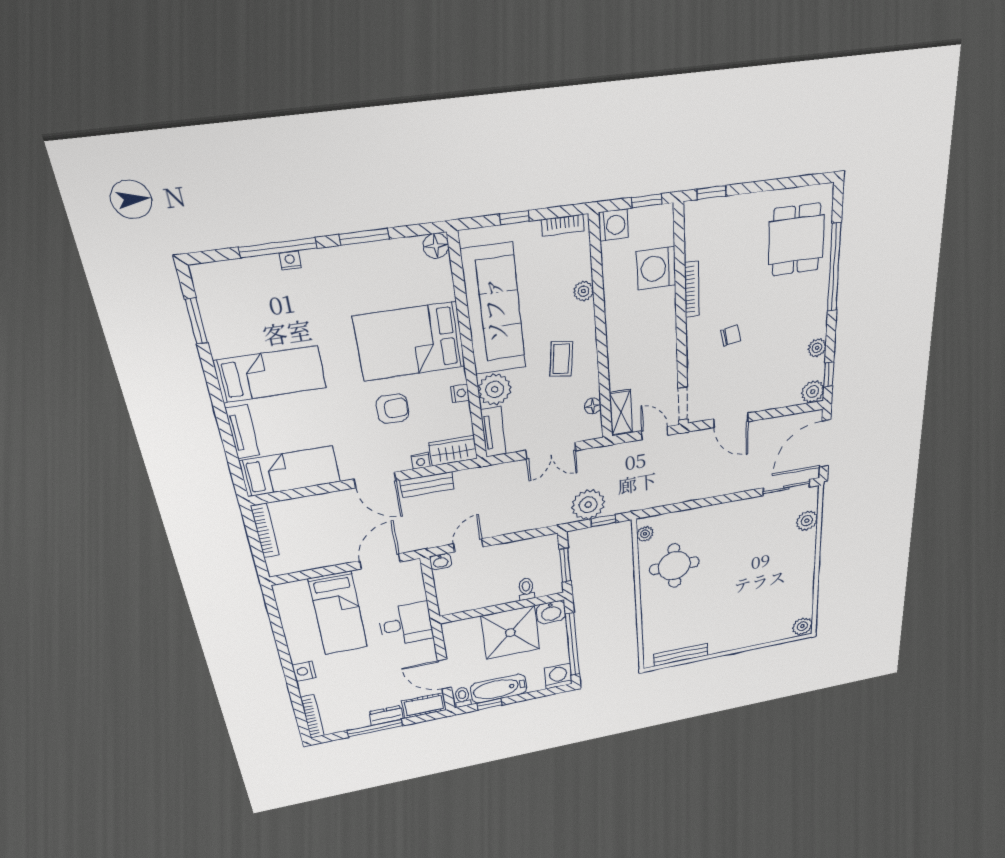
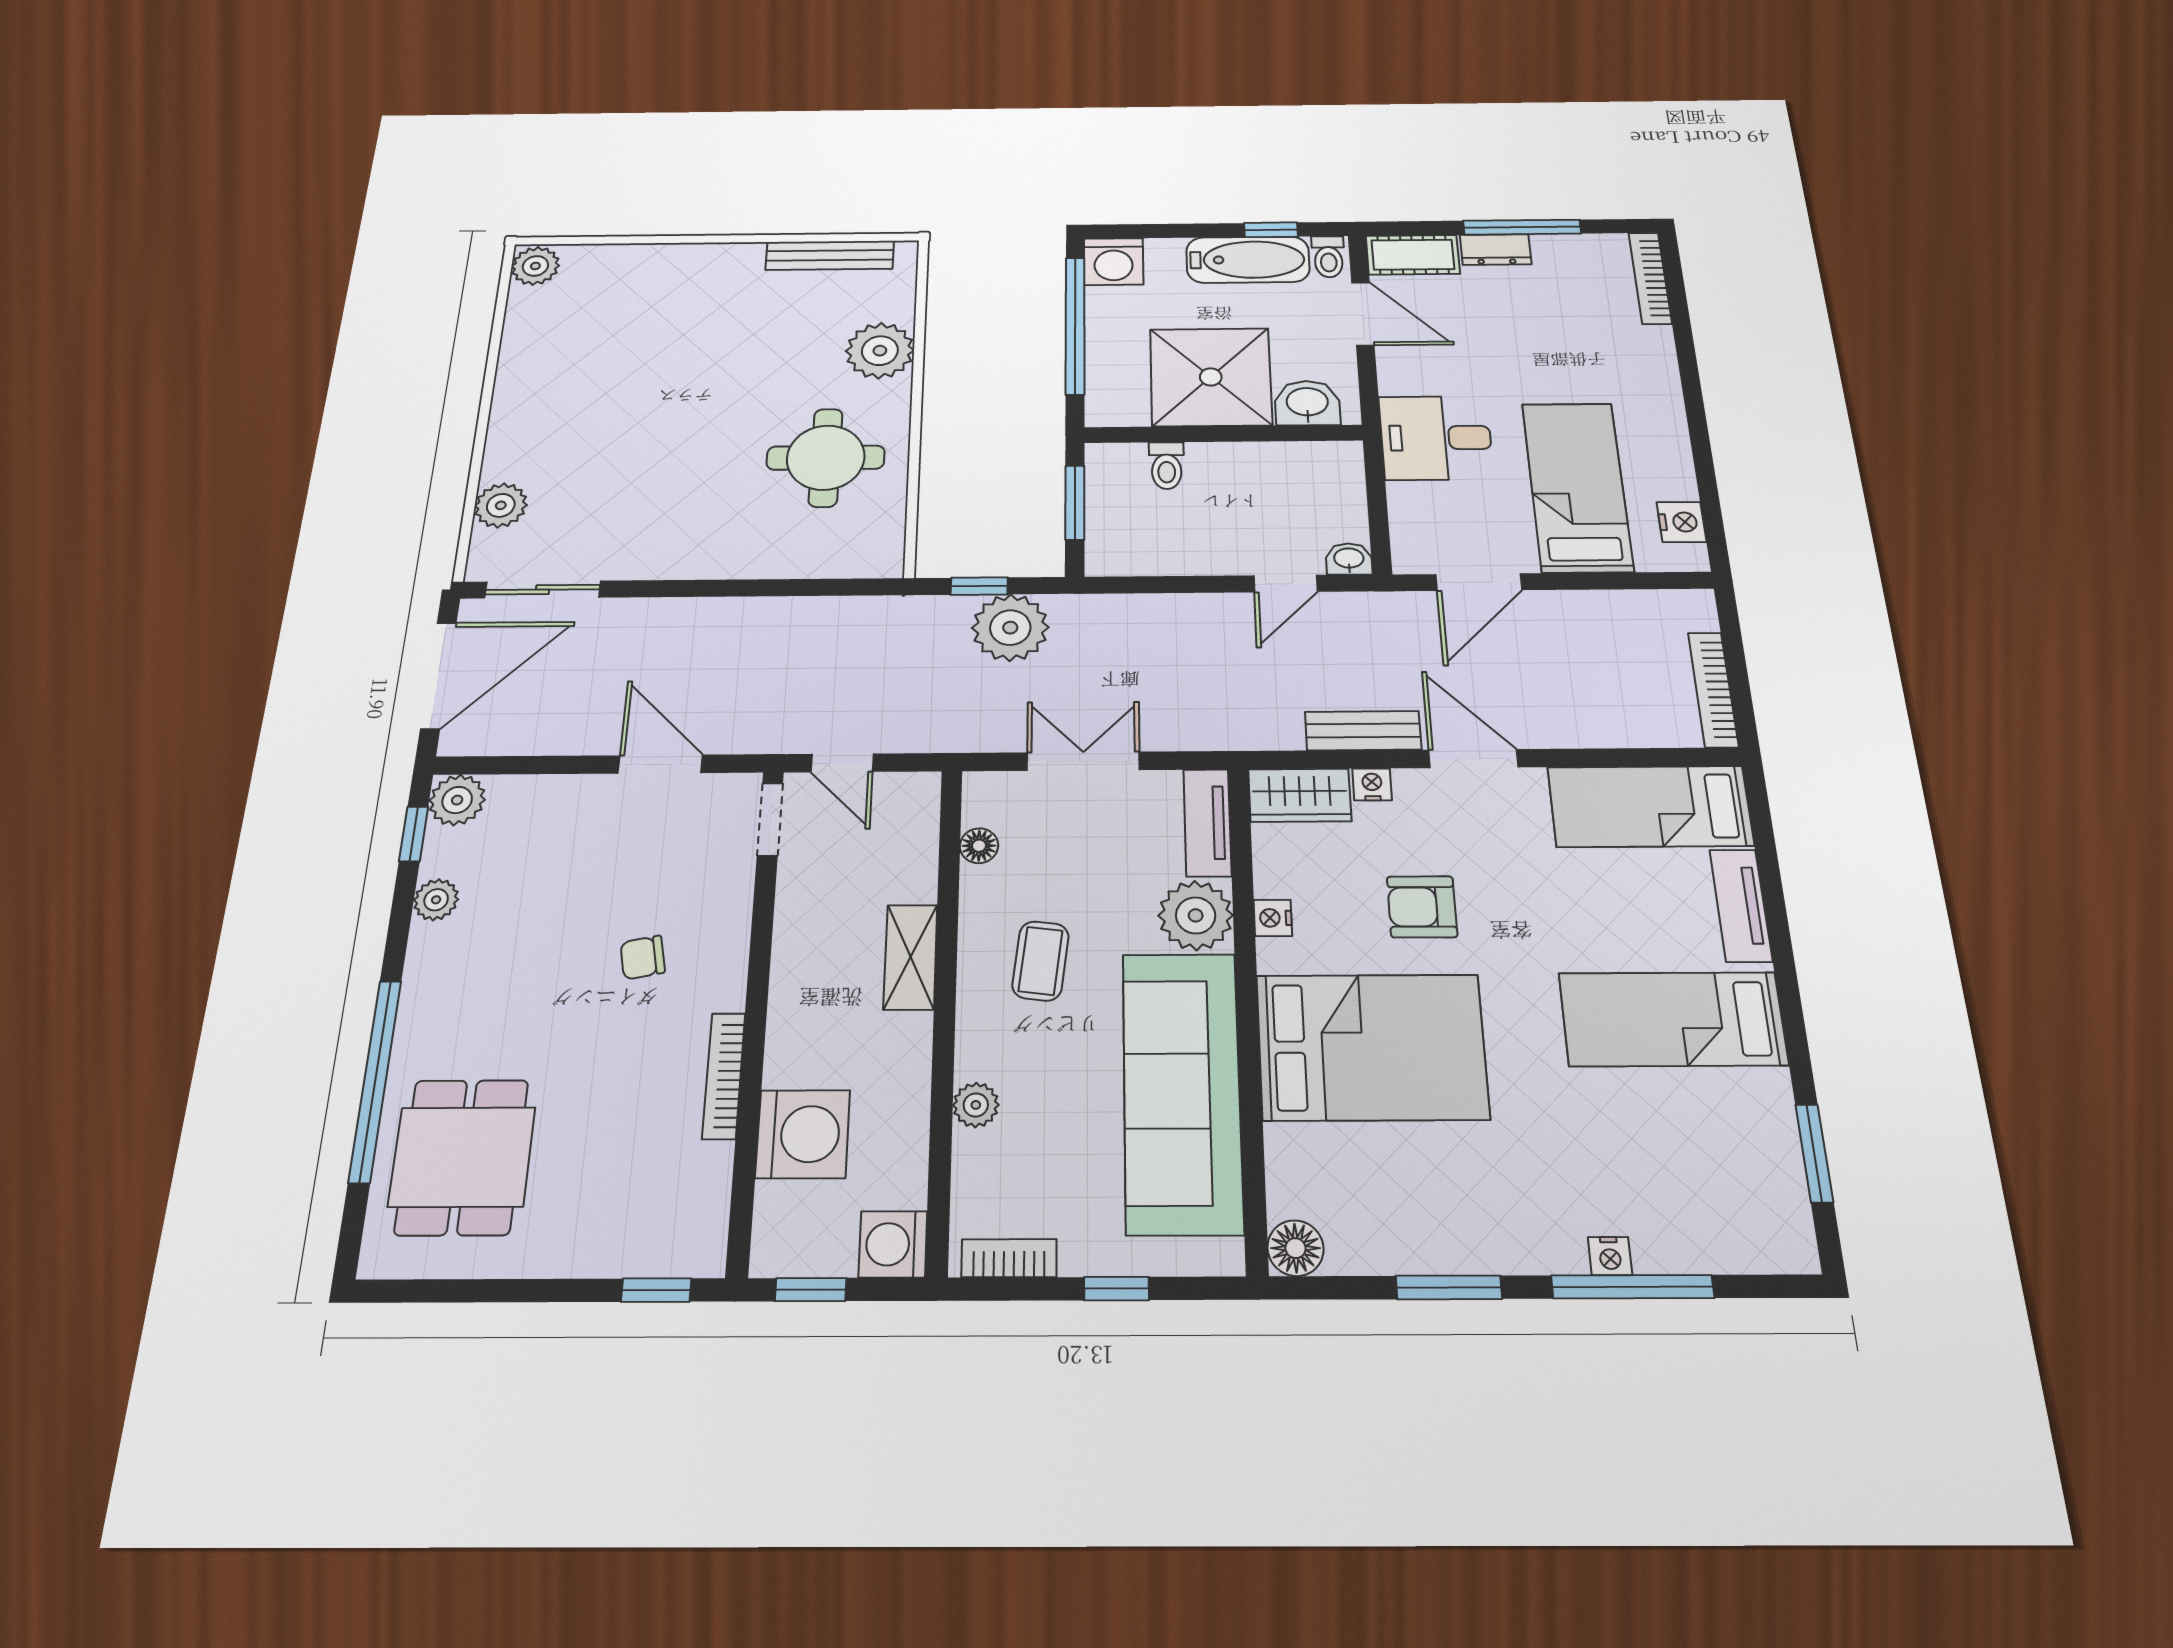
shelving: (621, 413) -> (911, 957), moved
plant: (645, 534) -> (880, 351), moved, width x1.87, depth x1.87
washbasin: (551, 612) -> (1307, 403), moved
nightstand: (304, 671) -> (1681, 522), moved

